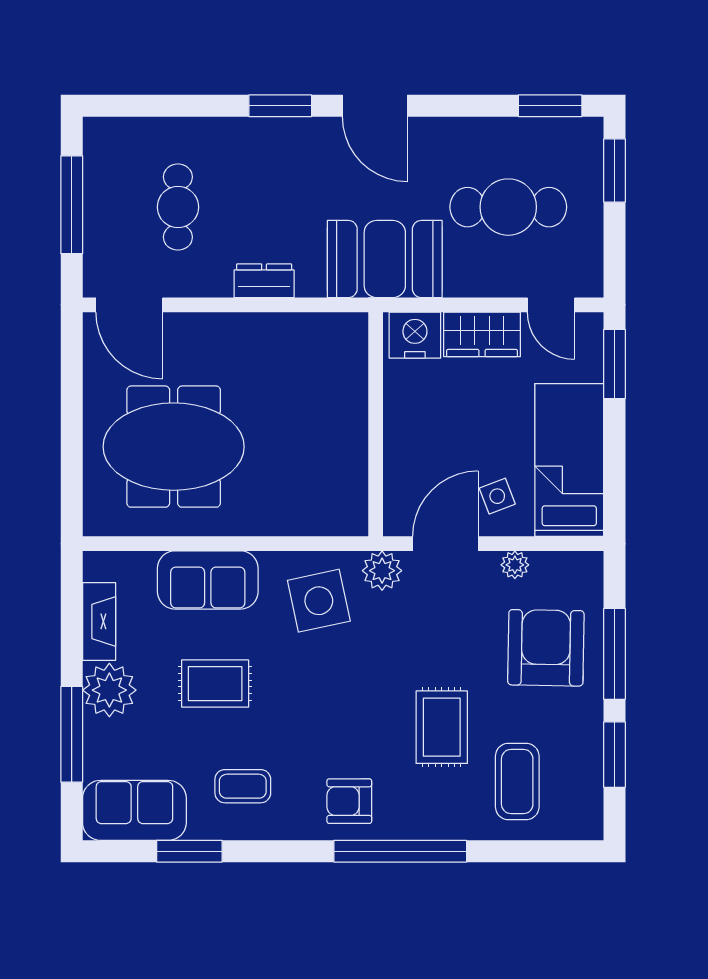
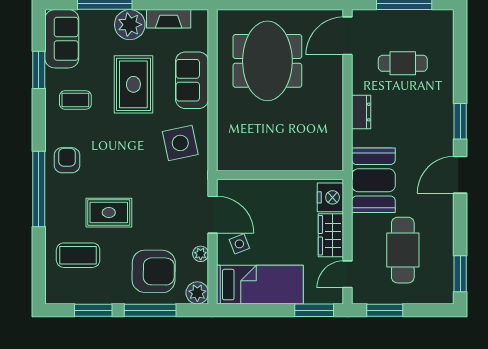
window: (614, 171) -> (385, 310), moved
plant: (382, 571) -> (197, 293), moved
rug: (215, 684) -> (133, 84), width x1.36, depth x1.43
coffee table: (243, 786) -> (75, 100), turned 90

